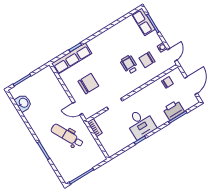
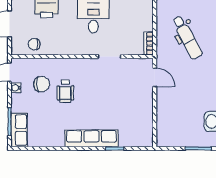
row of seats: (72, 58) -> (91, 138), moved
chair: (88, 84) -> (125, 98), removed
dental chair: (67, 136) -> (187, 37), moved

